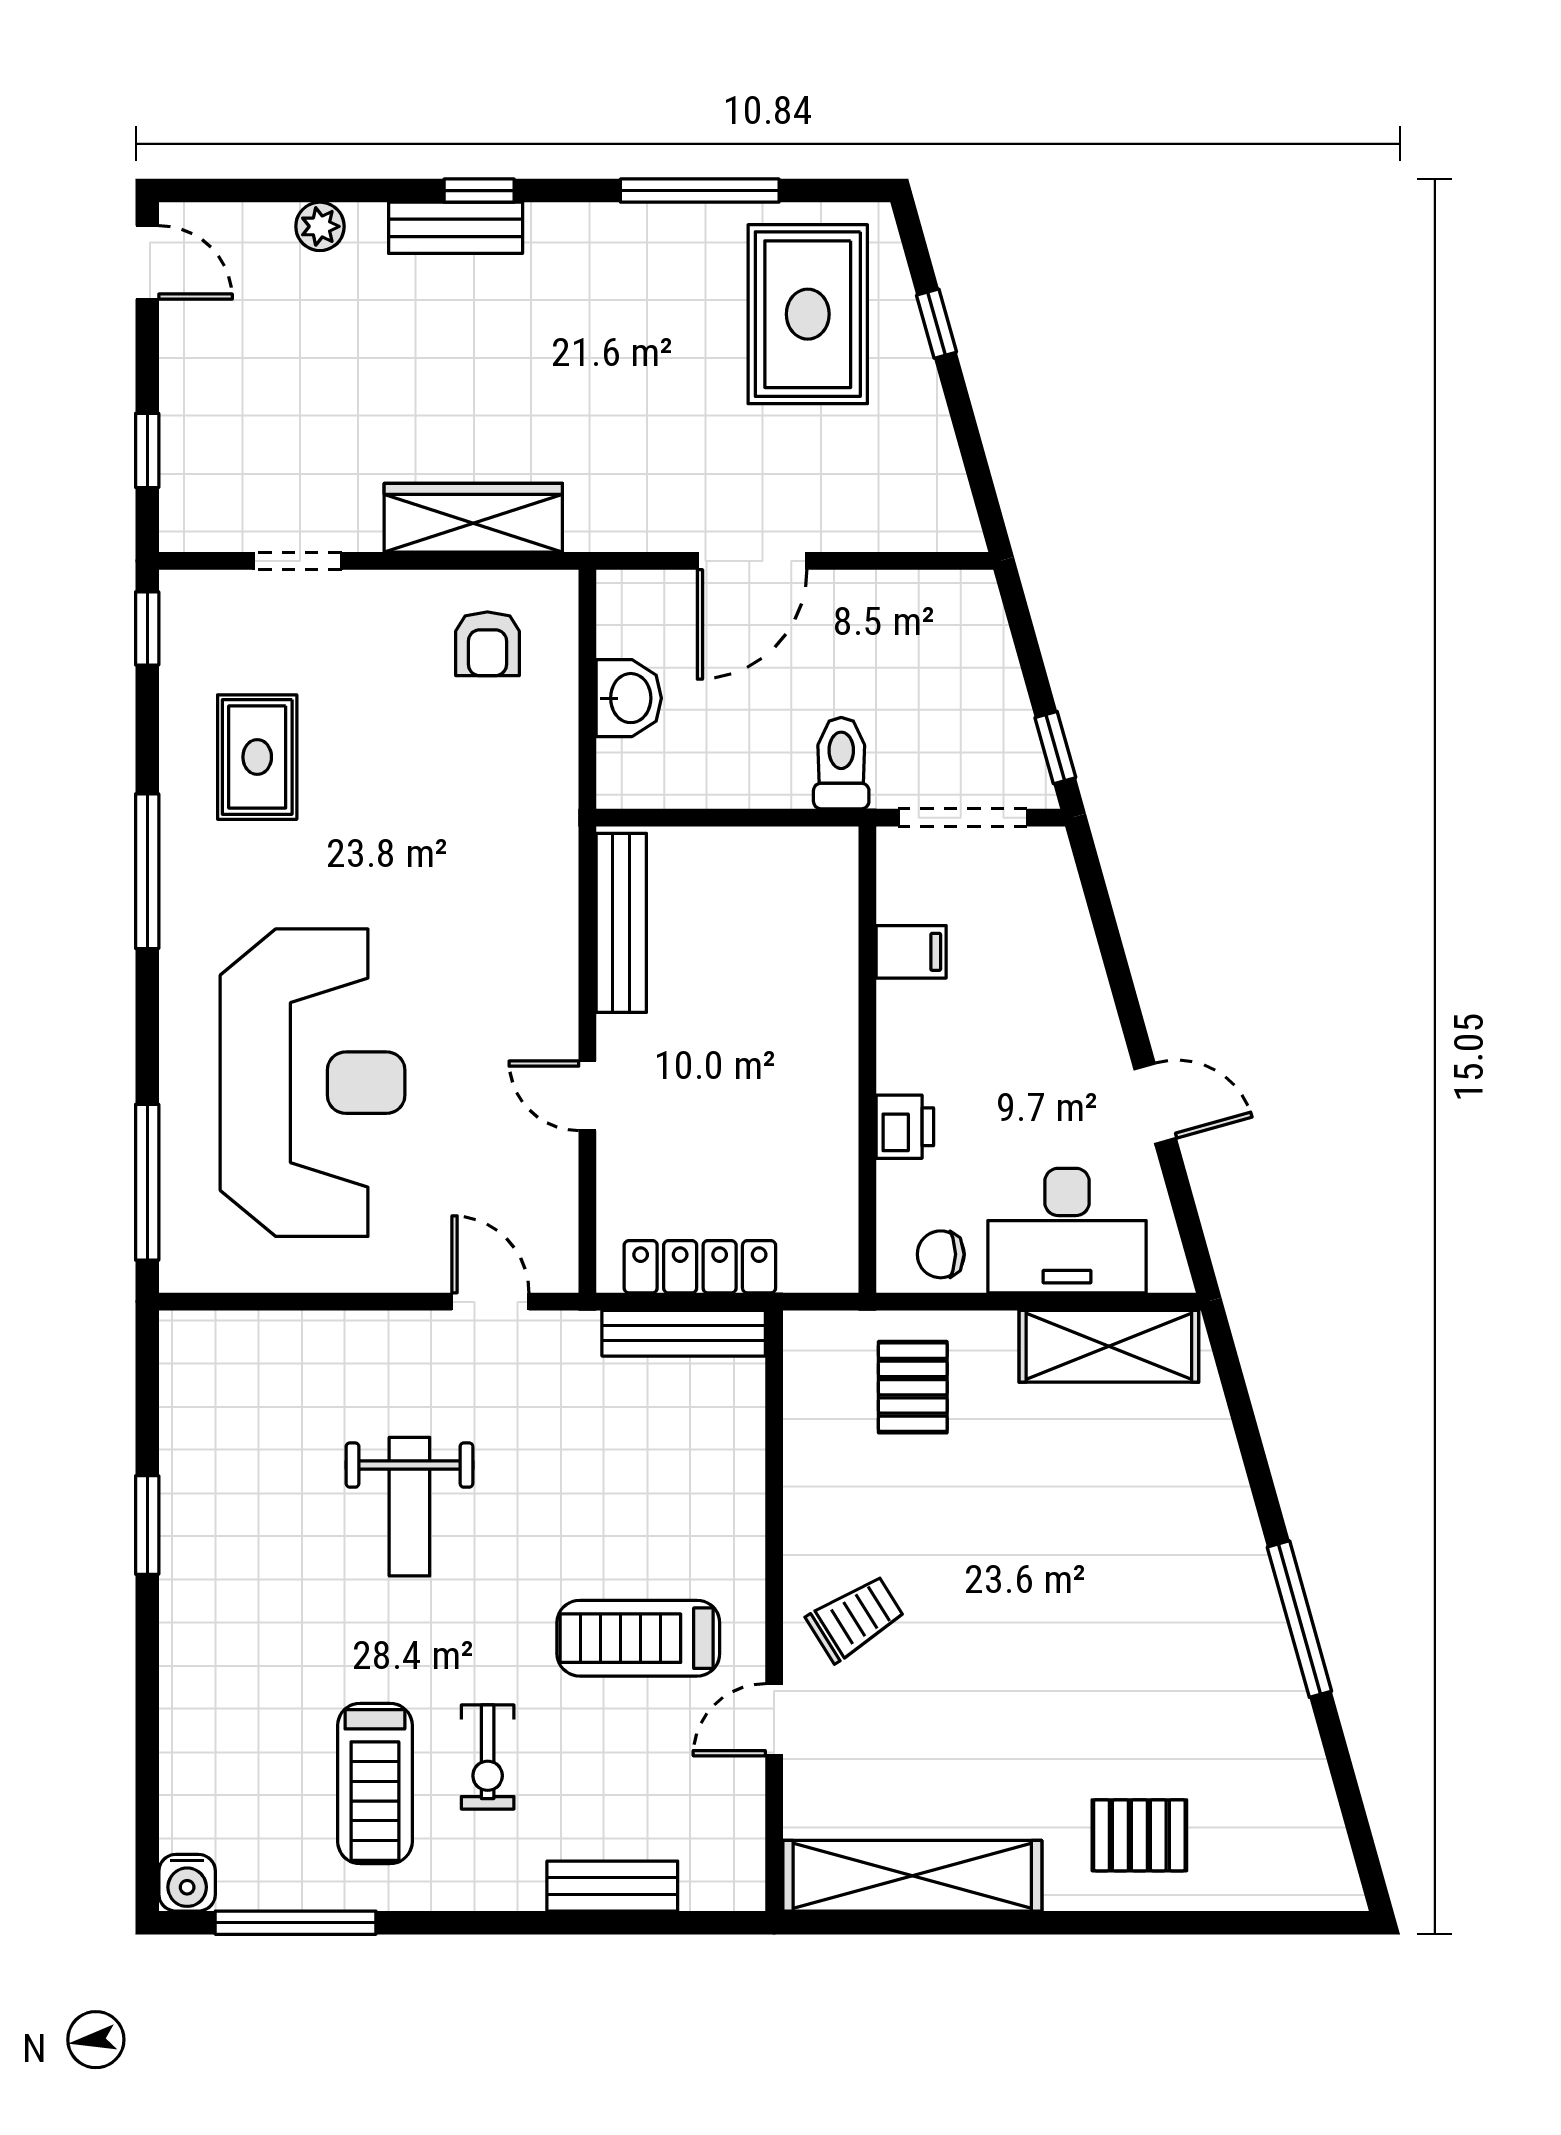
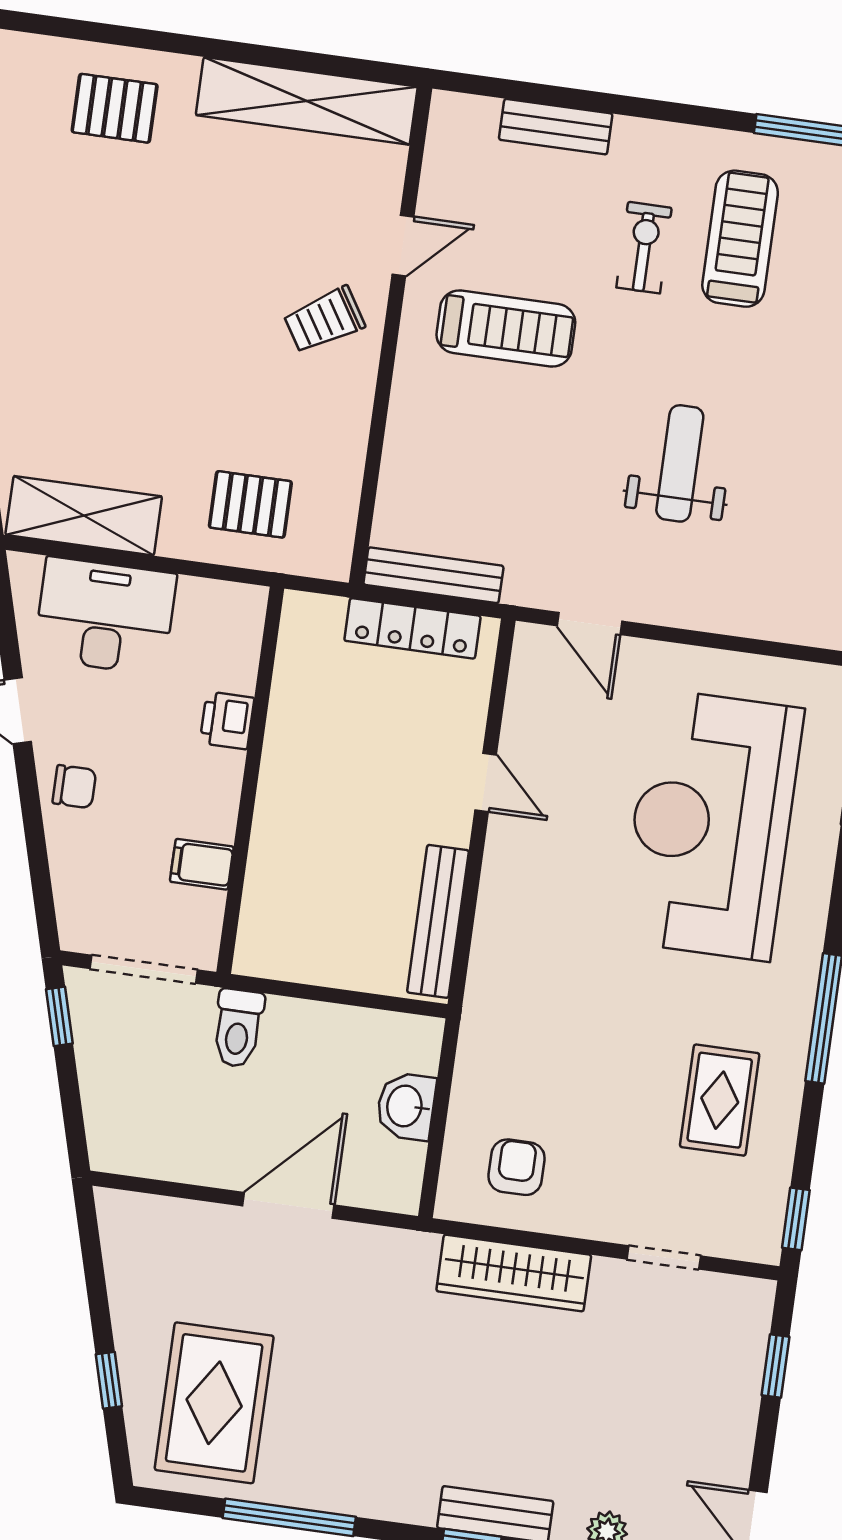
chair: (941, 1254) -> (74, 787), moved
pallet: (913, 1387) -> (250, 504), turned 90

